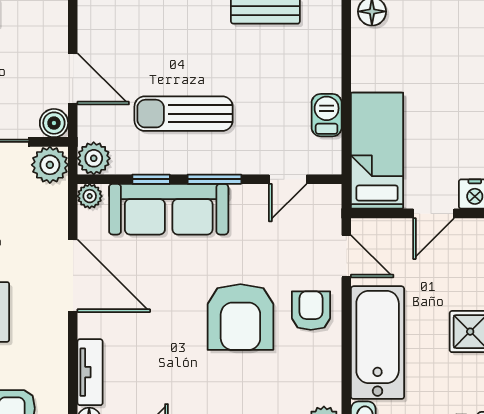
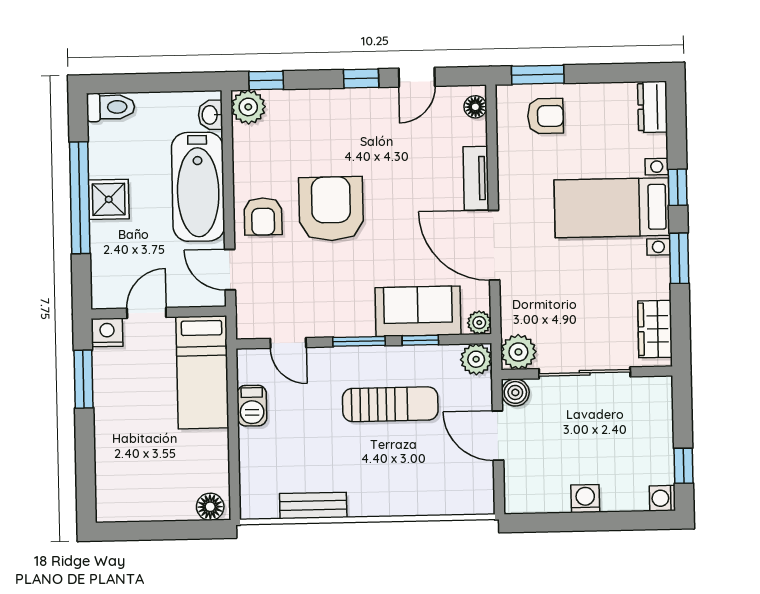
door: (288, 179) -> (288, 343), swing flipped
sofa: (169, 209) -> (418, 311), width x0.73
tv unit: (90, 372) -> (476, 178), moved

